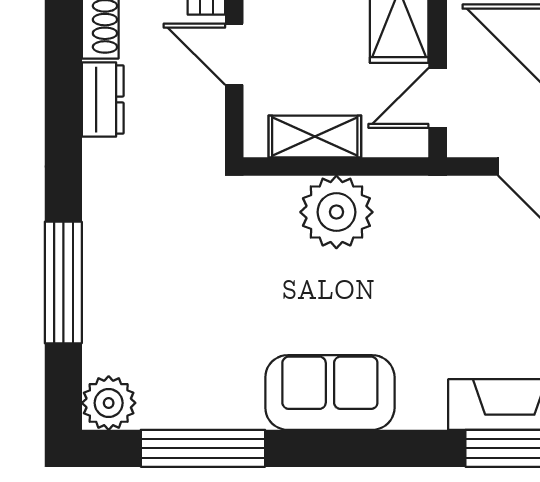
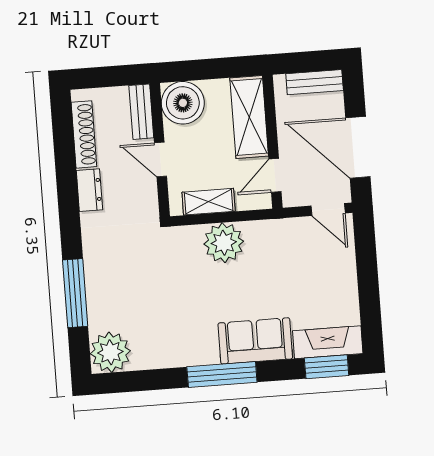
sofa: (330, 392) -> (255, 341), moved
plant: (109, 403) -> (110, 352), width x1.36, depth x1.36
window: (203, 448) -> (222, 375), moved

